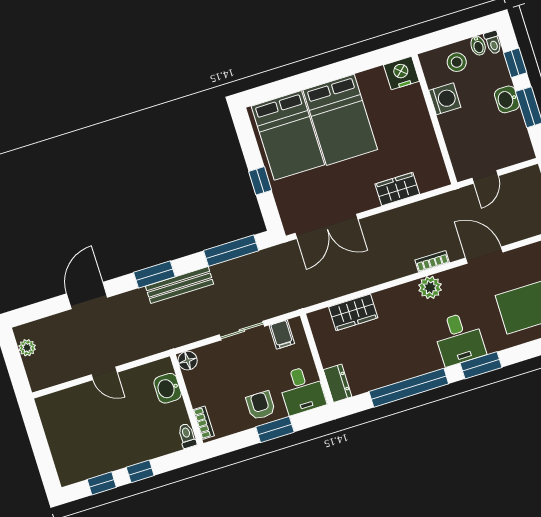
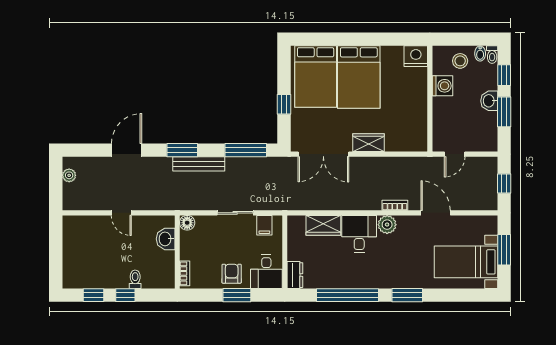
wardrobe: (397, 189) -> (368, 143), moved
desk: (459, 339) -> (359, 234), moved, turned 180
toilet: (187, 436) -> (135, 279), moved

